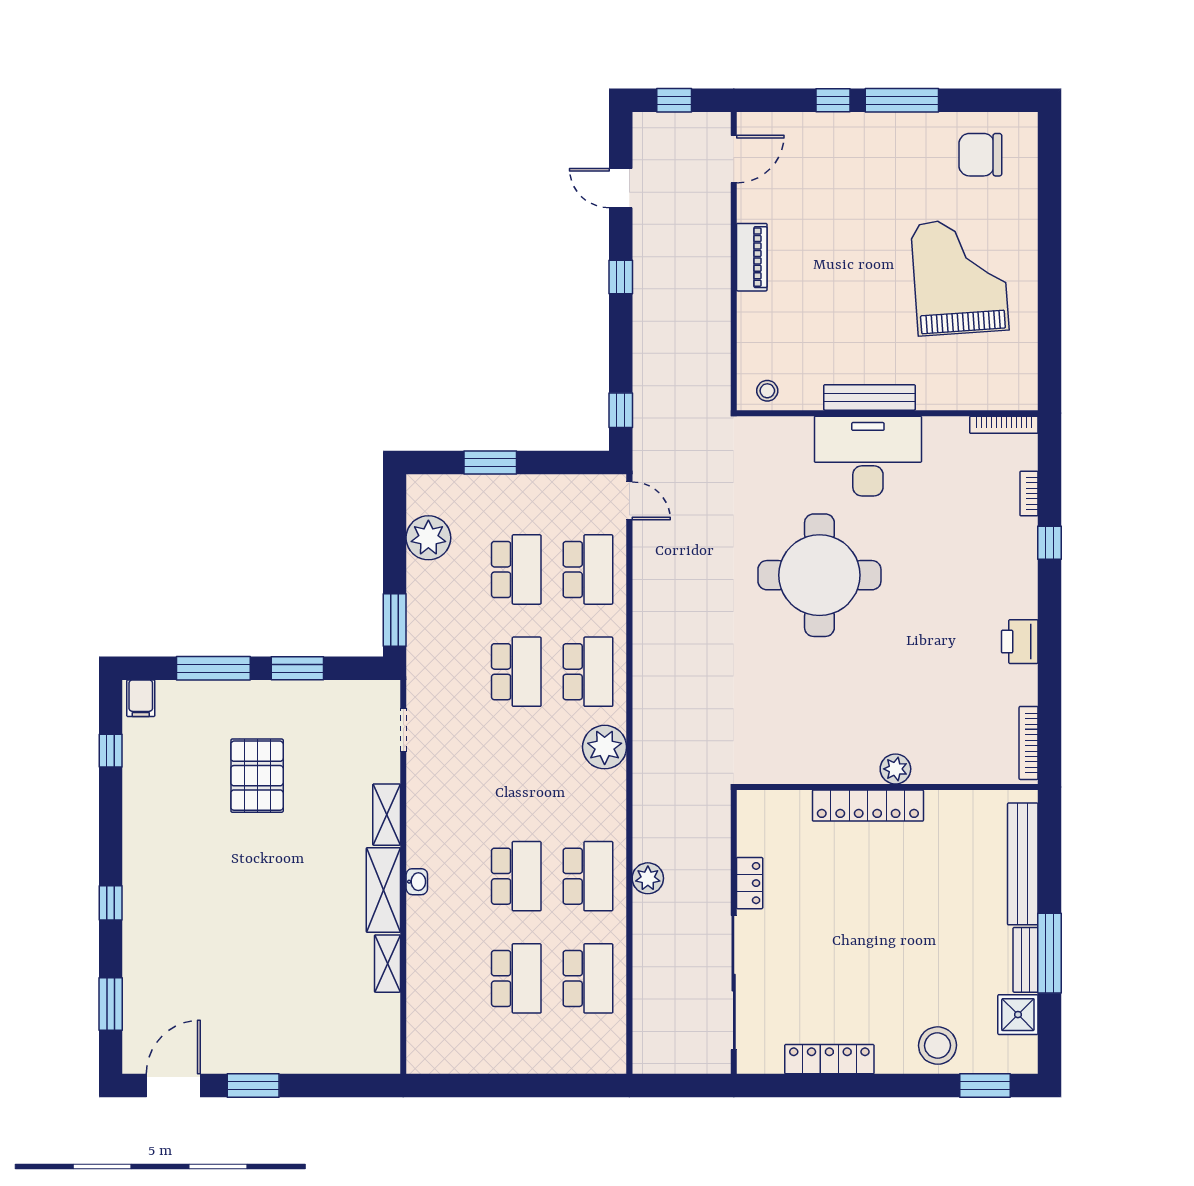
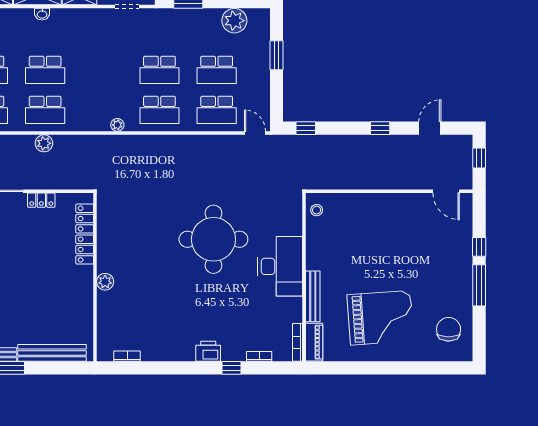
piano: (752, 257) -> (314, 342), moved, turned -90
bench: (869, 397) -> (313, 296), moved
door: (629, 501) -> (255, 133), swing flipped
printer: (1020, 642) -> (208, 351), moved
bookcase: (1029, 743) -> (127, 356), width x0.64
plant: (605, 747) -> (117, 125), width x0.53, depth x0.53
locker: (868, 806) -> (85, 234), moved

